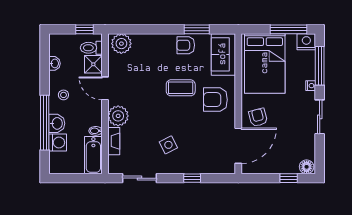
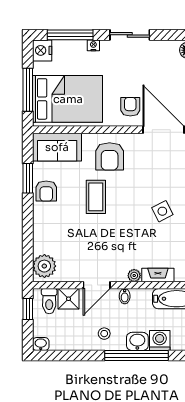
window: (289, 29) -> (28, 90), moved
washbasin: (55, 63) -> (41, 344), moved
plant: (118, 116) -> (134, 275), width x0.53, depth x0.53
armchair: (258, 117) -> (130, 107), turned 105
bidet: (96, 131) -> (125, 296), moved

